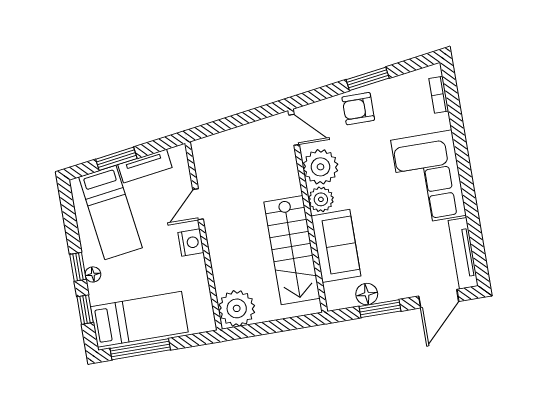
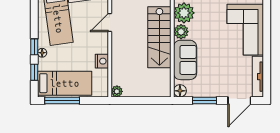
nightstand: (191, 243) -> (102, 61), moved
stairs: (292, 250) -> (159, 37), moved
floor lamp: (367, 294) -> (180, 91), moved
plant: (237, 308) -> (117, 91), width x0.53, depth x0.53

